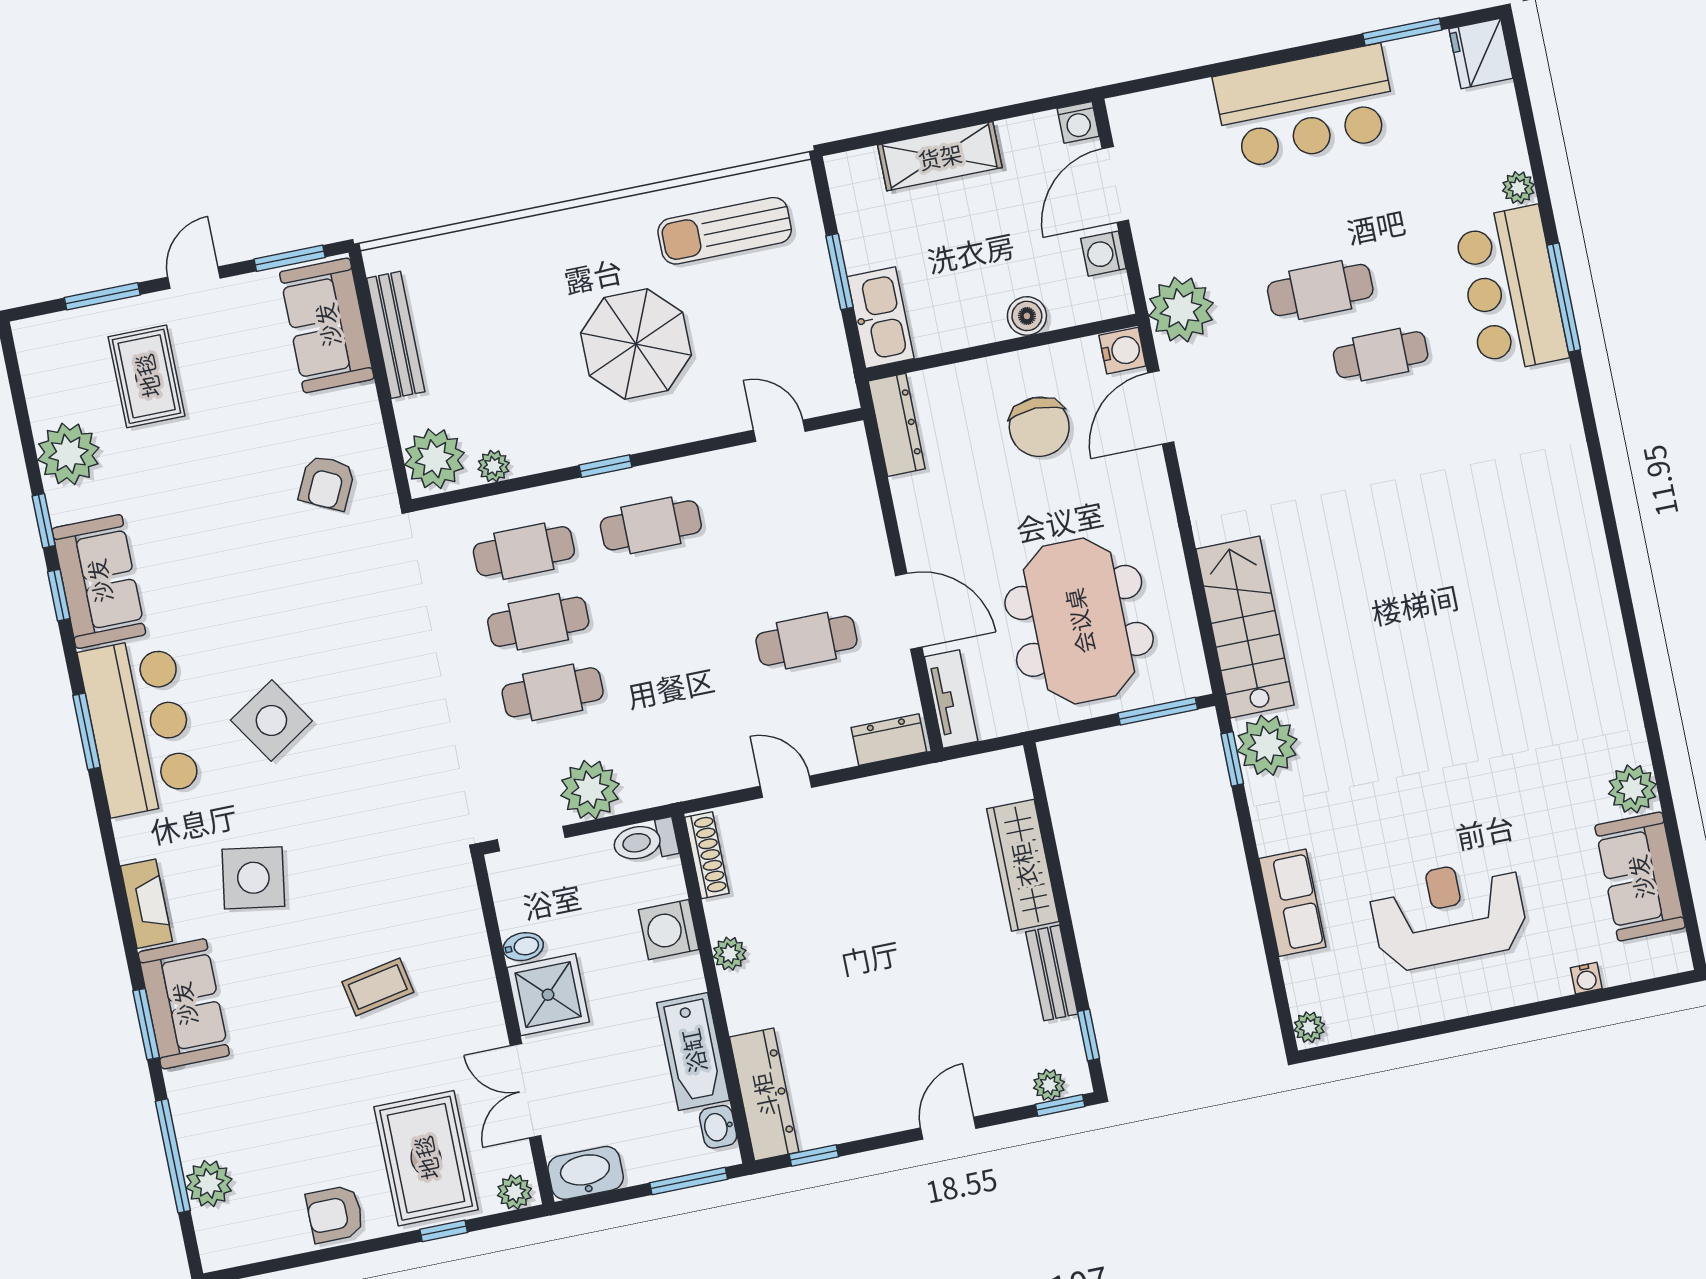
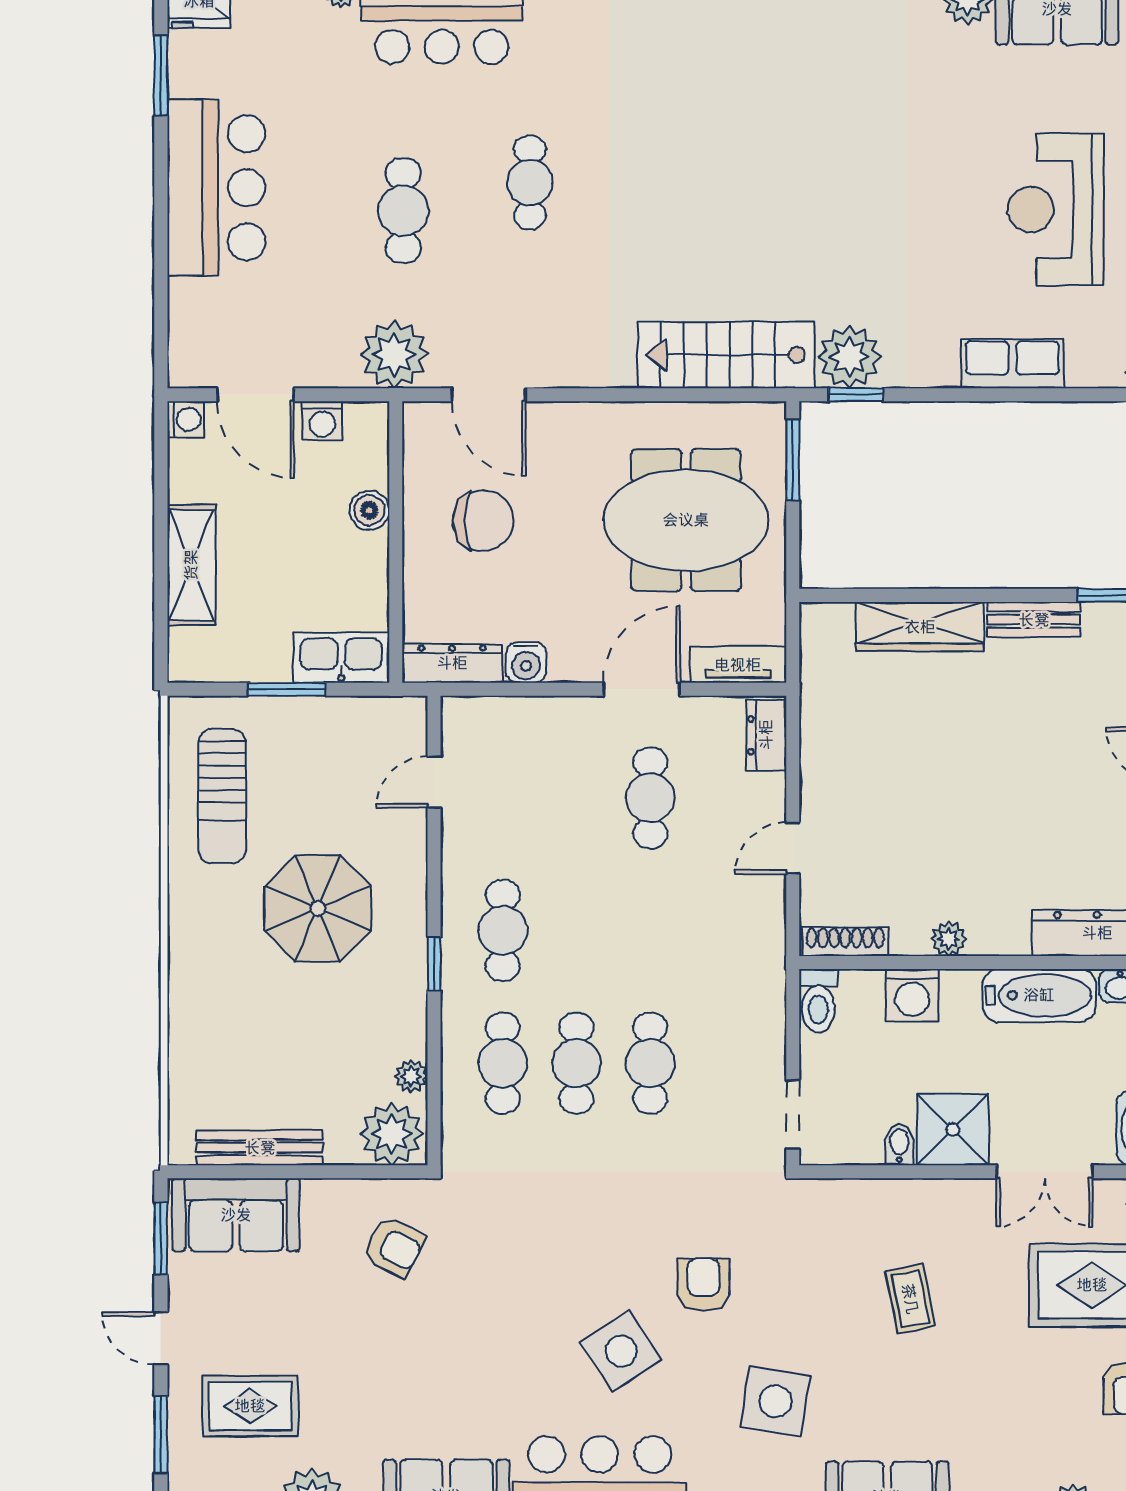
water cooler: (1122, 351) -> (526, 662), moved, turned 180
cafe table: (1381, 355) -> (530, 182), moved
armchair: (351, 786) -> (704, 1285), added
plant: (590, 790) -> (756, 1045), removed

